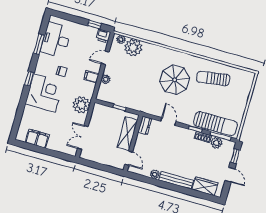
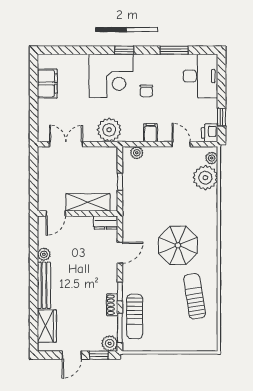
desk: (56, 40) -> (200, 76), moved, turned 90
plant: (106, 79) -> (137, 153), moved
sun lounger: (215, 124) -> (135, 316), width x0.73, depth x0.75
plant: (216, 143) -> (110, 343), moved

